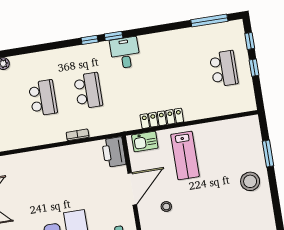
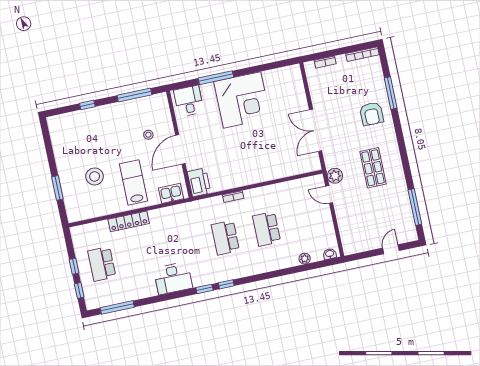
desk: (125, 53) -> (173, 278), moved, width x1.37
locker: (162, 118) -> (129, 221), moved
stool: (250, 181) -> (95, 176), moved

